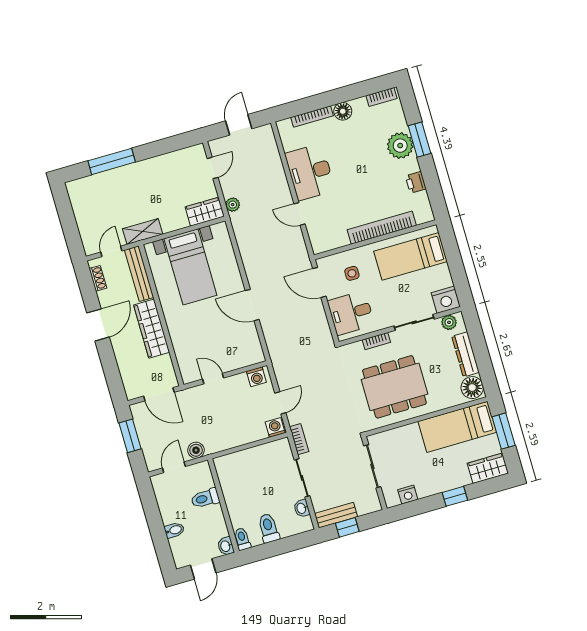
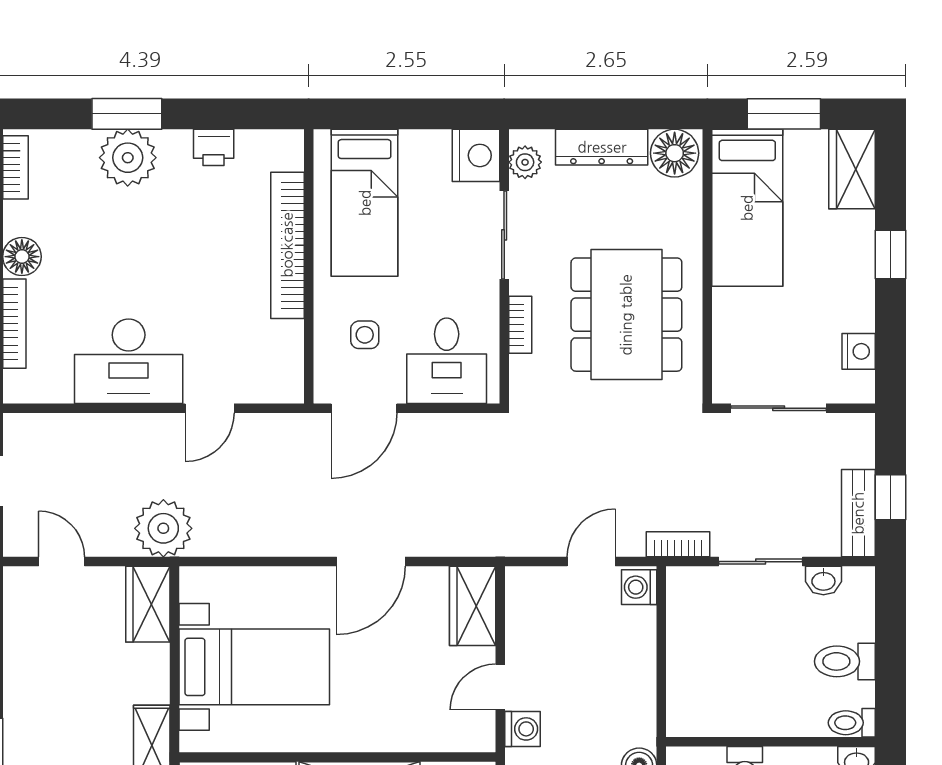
plant: (233, 205) -> (163, 528), width x1.88, depth x1.88
wardrobe: (246, 356) -> (473, 606), added
washing machine: (256, 377) -> (523, 729), moved
door: (280, 403) -> (591, 562), hinge flipped

